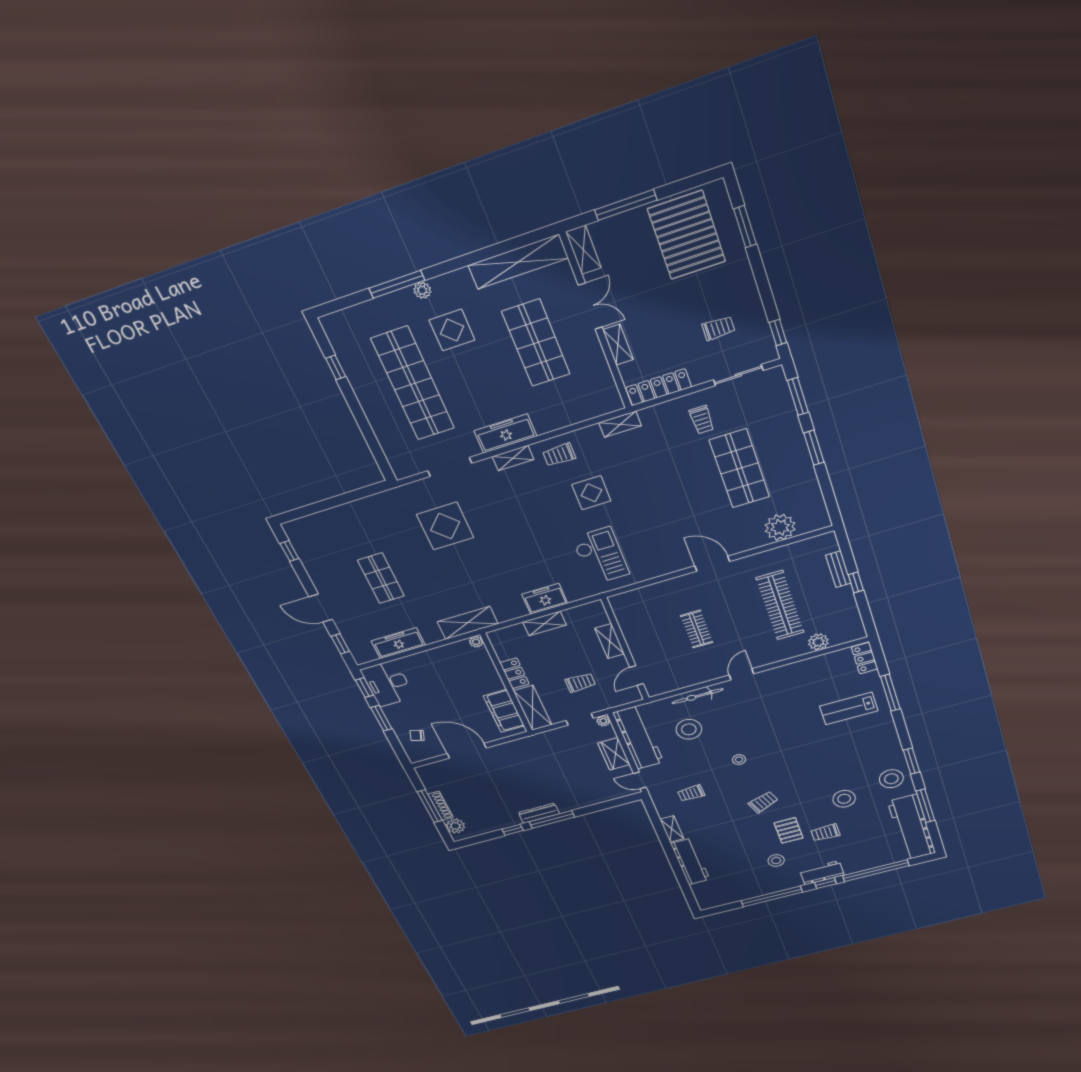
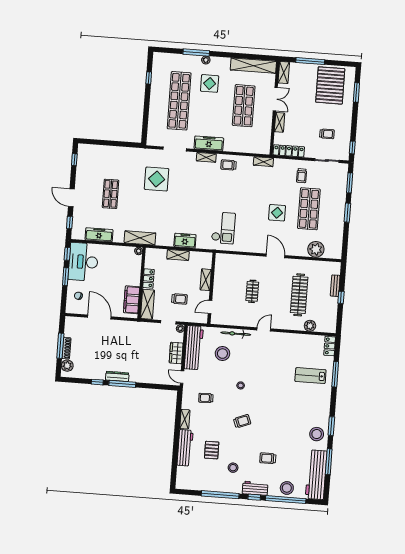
display table: (591, 493) -> (277, 213), moved
desk: (388, 683) -> (83, 262), width x1.36, depth x1.30
stool: (844, 799) -> (287, 488), moved
pallet: (789, 830) -> (212, 450), moved

